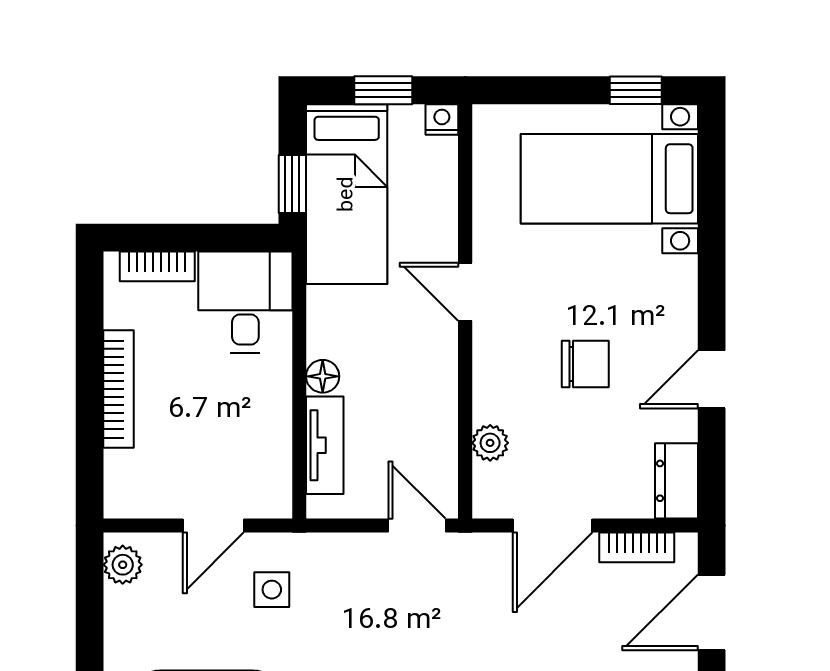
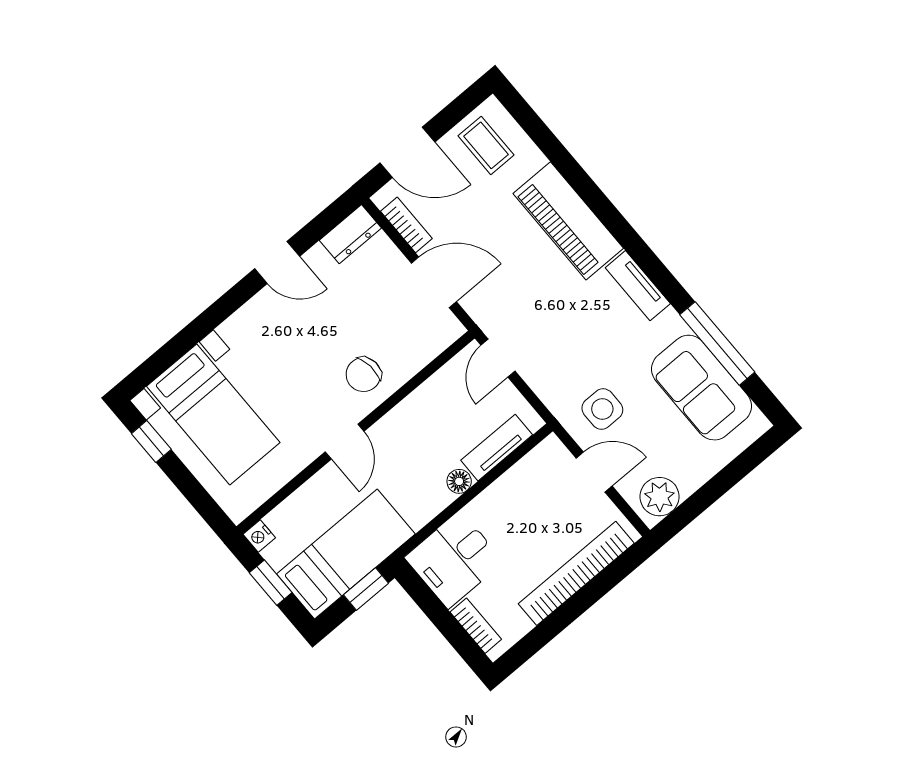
chair: (585, 364) -> (363, 374), moved, turned -96
bookcase: (119, 389) -> (576, 573), width x1.48, depth x1.31
plant: (490, 443) -> (417, 356), removed
plant: (123, 565) -> (659, 497), width x1.38, depth x1.38
side table: (272, 590) -> (602, 409), width x1.37, depth x1.37

